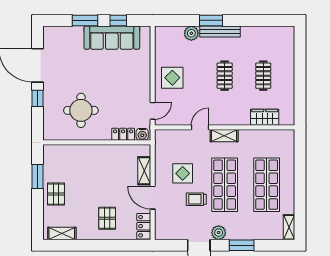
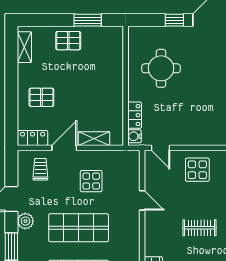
shelving: (224, 136) -> (133, 227), removed
trolley: (196, 199) -> (40, 169), moved

